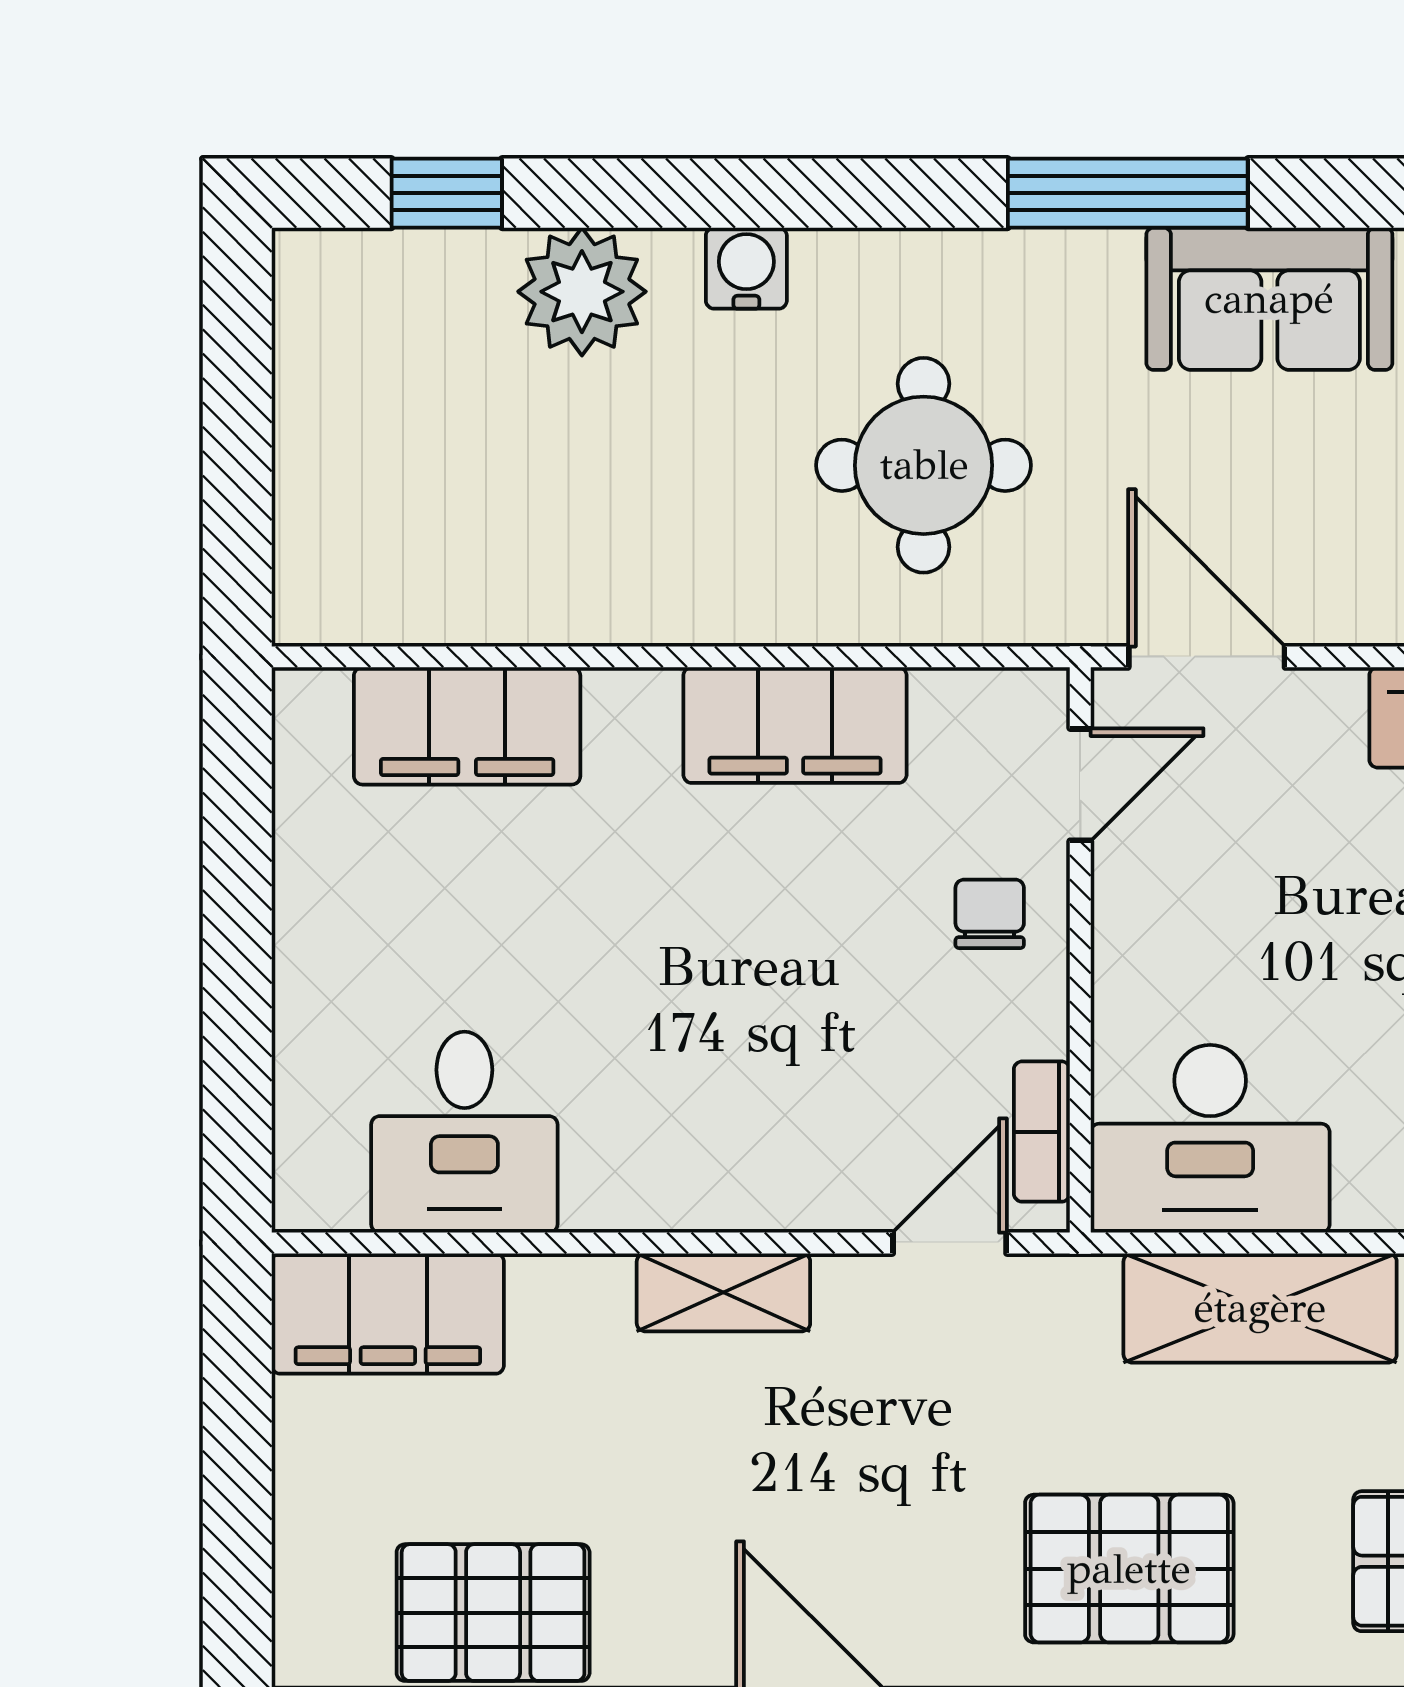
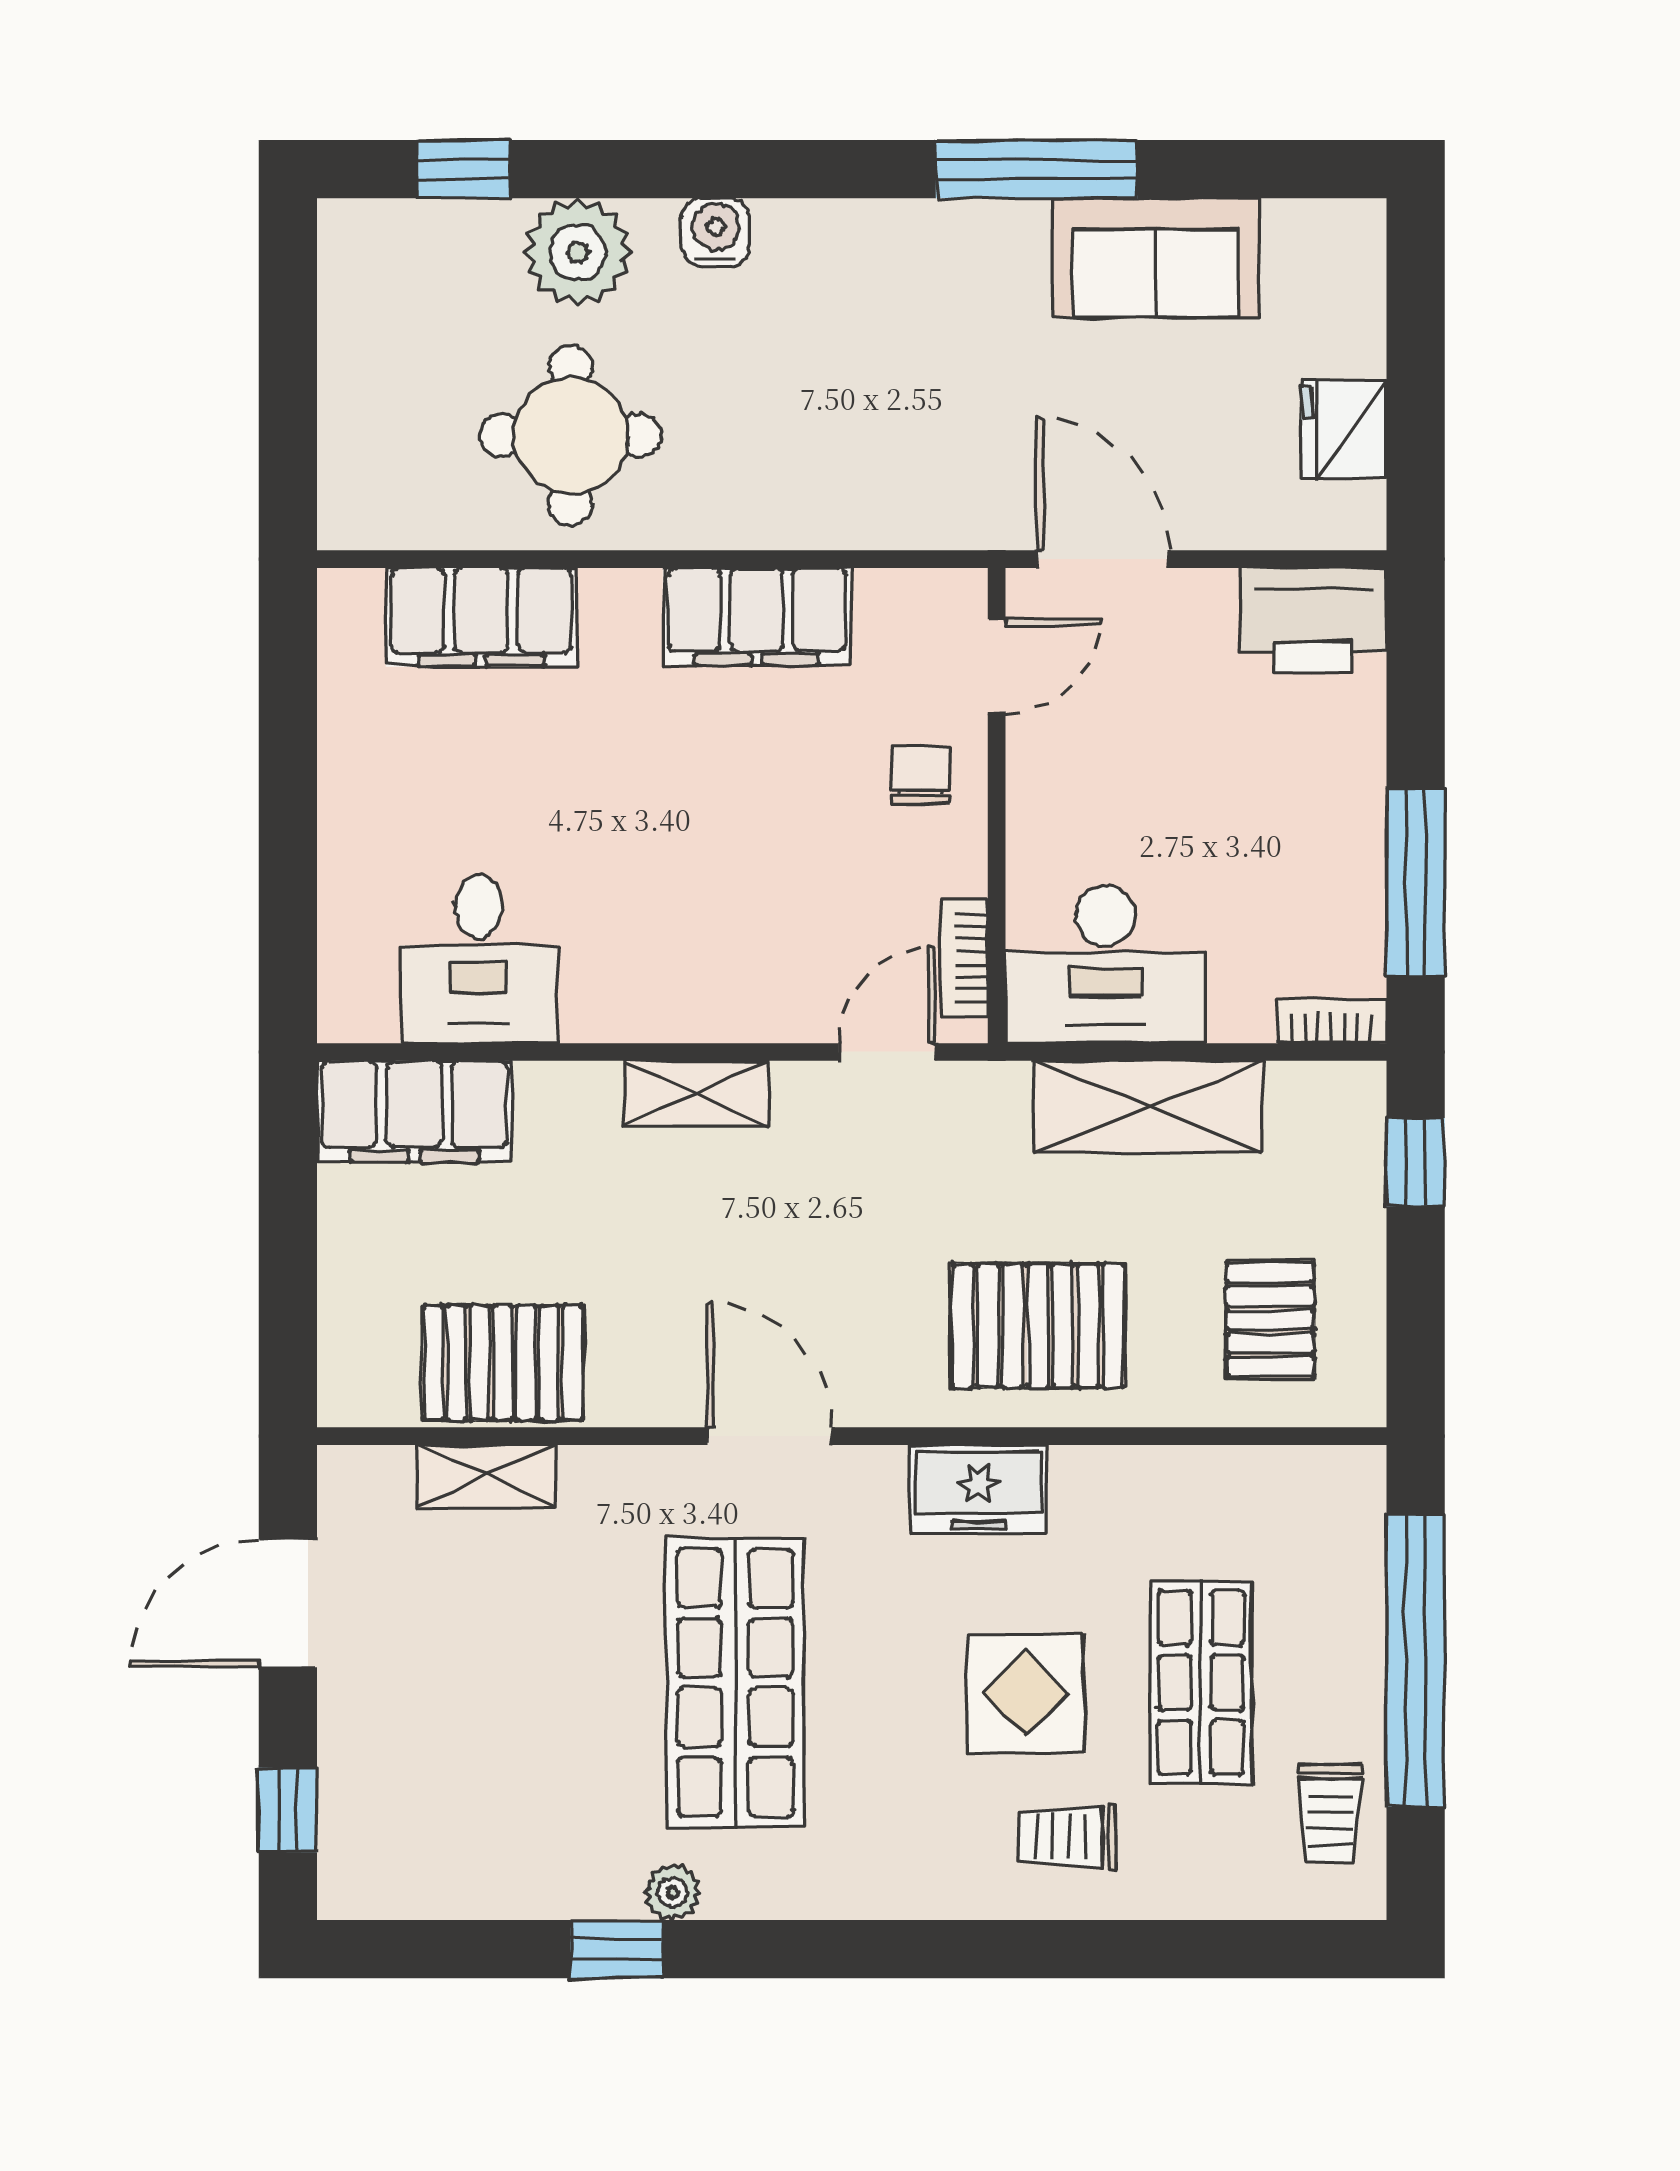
round table: (924, 465) -> (571, 436), moved

